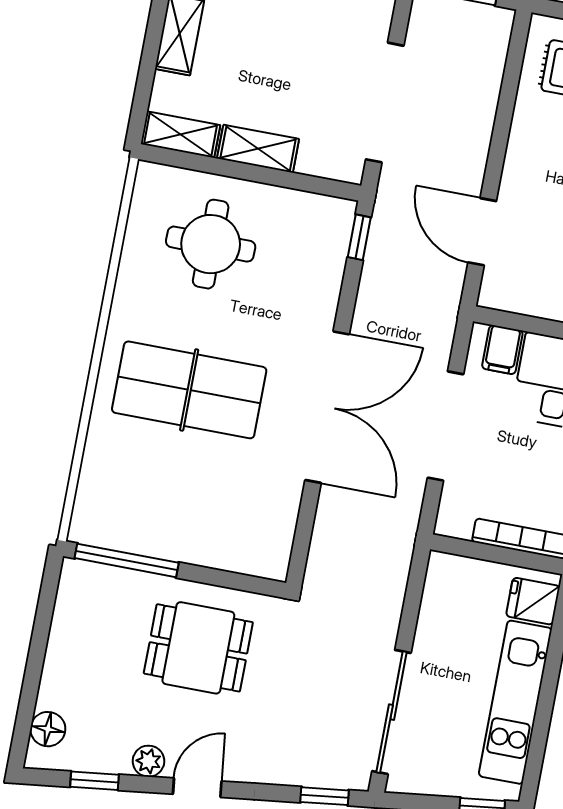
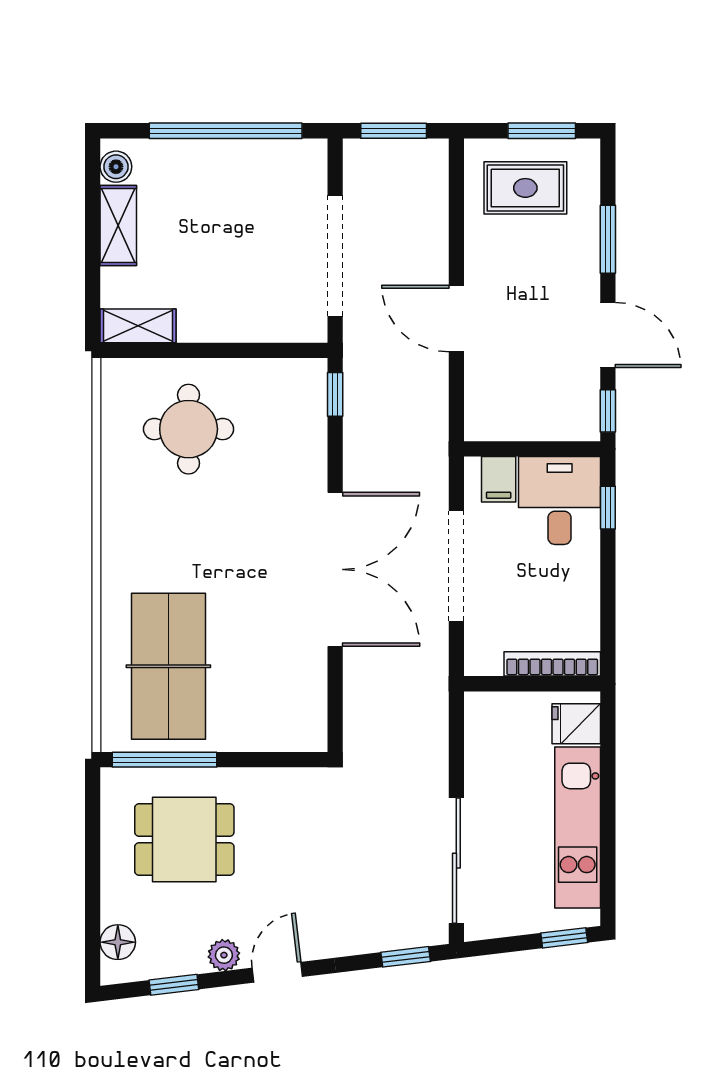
shelving: (258, 149) -> (218, 325), removed
door: (482, 232) -> (456, 318), moved
table tennis table: (189, 390) -> (168, 666), moved, turned 90
dining table: (198, 648) -> (184, 839), moved

